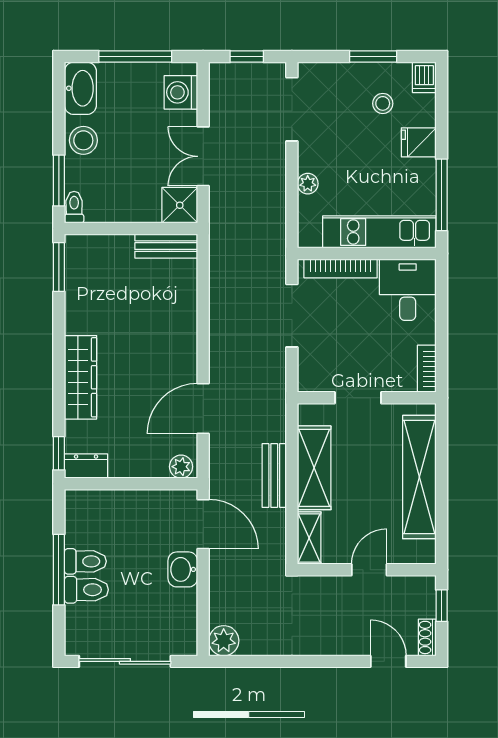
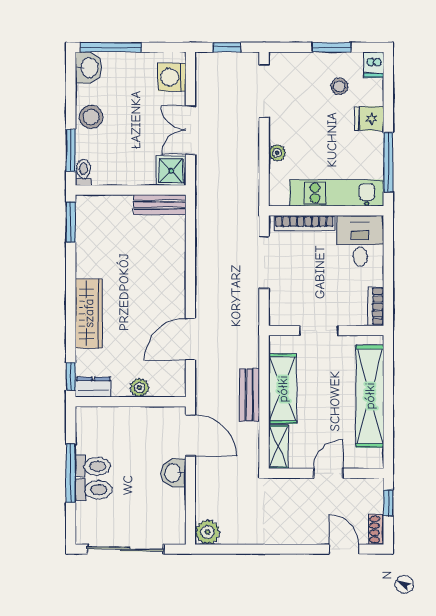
window: (135, 57) -> (111, 47), moved
washbasin: (80, 88) -> (89, 68), width x0.72
plant: (181, 467) -> (139, 388), moved

